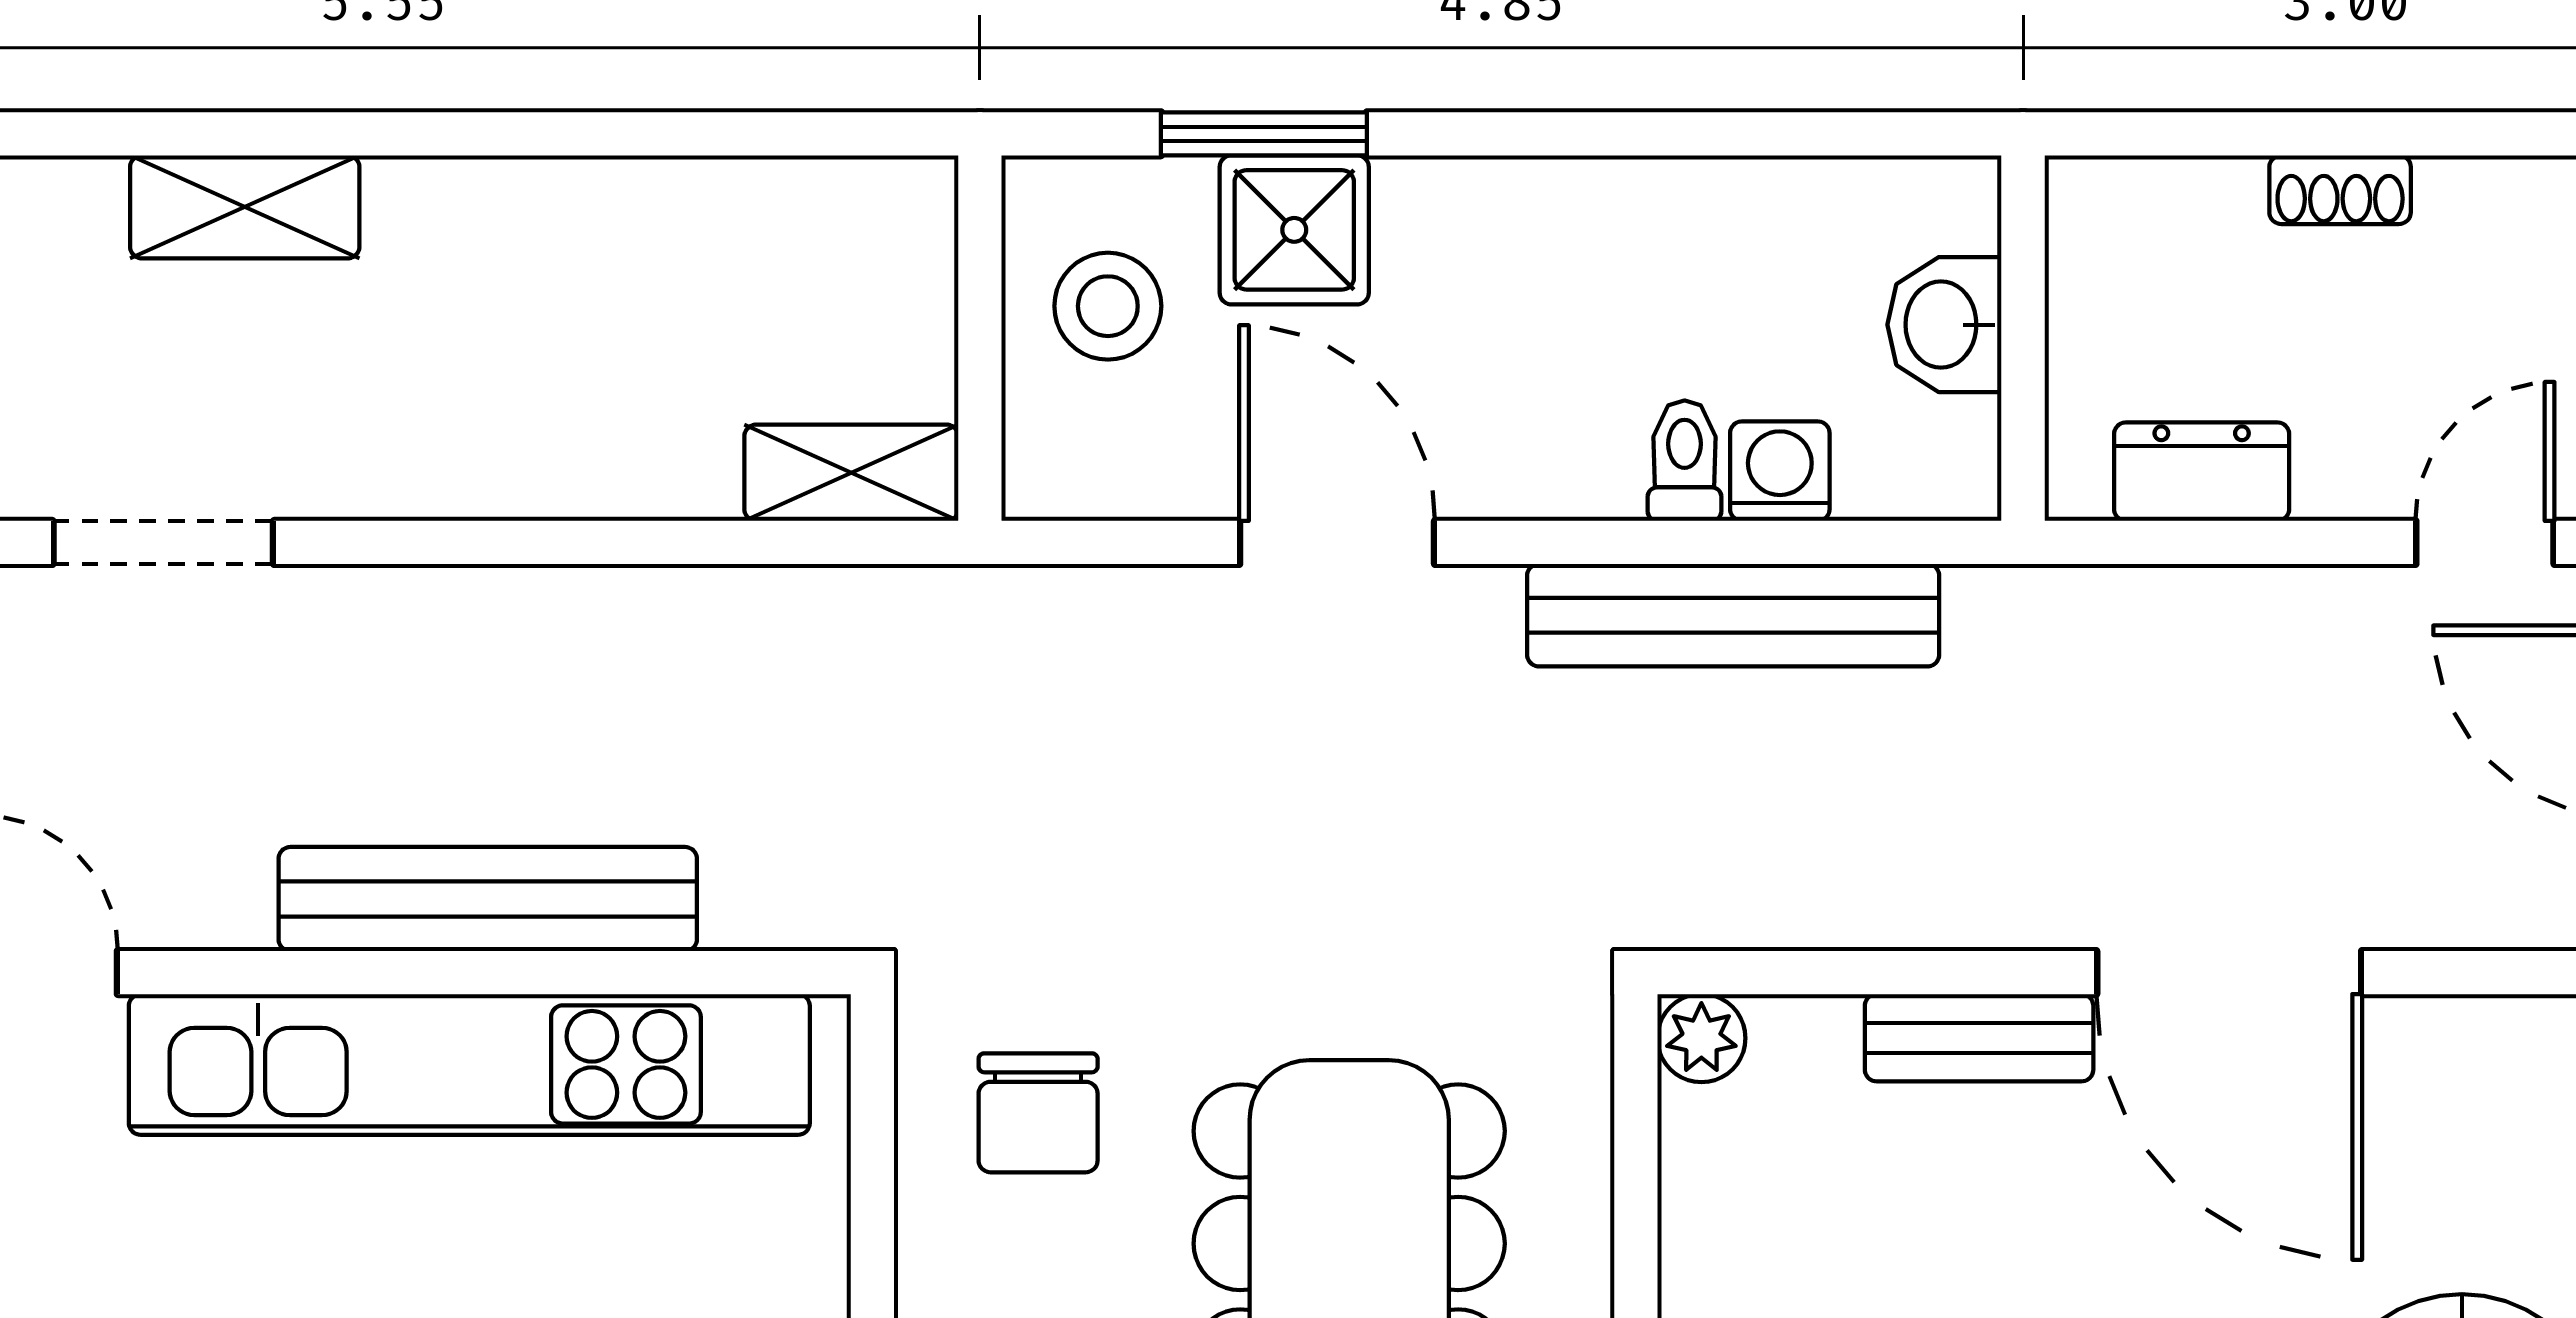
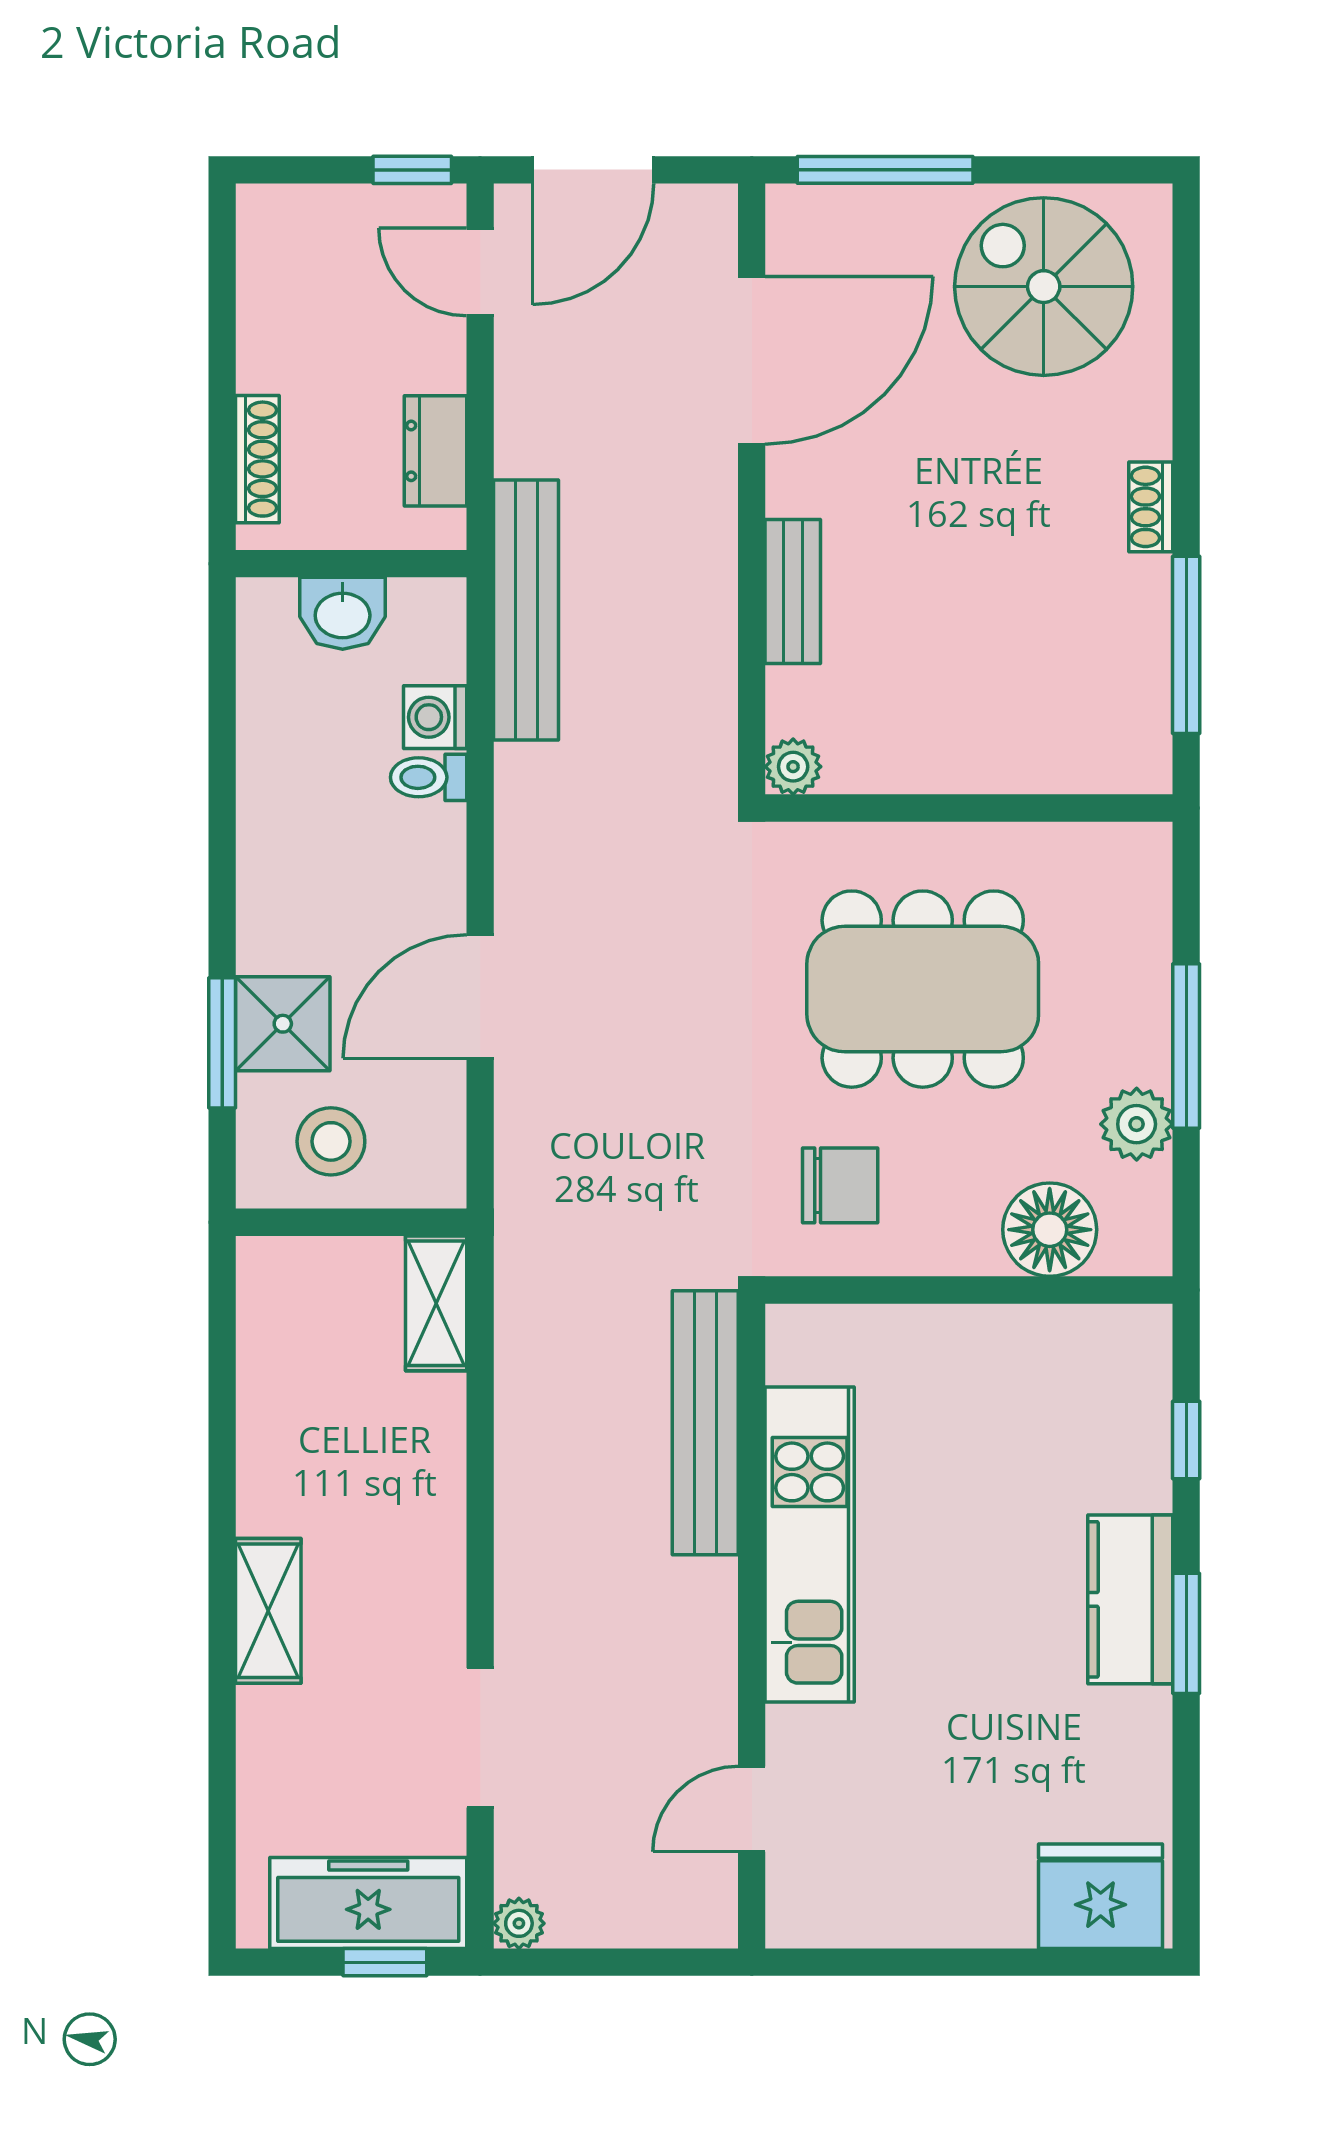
shoe rack: (2340, 190) -> (257, 459), moved, width x1.43
shelving: (245, 207) -> (268, 1611), moved
bench: (1733, 615) -> (526, 610), moved
bench: (488, 899) -> (705, 1423), moved
door: (2229, 973) -> (752, 360), moved
kitchen unit: (469, 1064) -> (810, 1544), width x0.73

